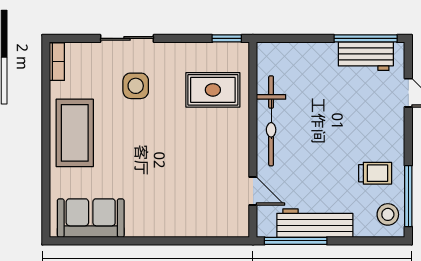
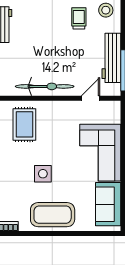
side table: (136, 86) -> (43, 174), moved
corner sofa: (170, 206) -> (100, 153), added

